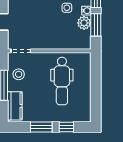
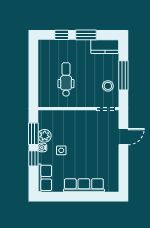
dental chair: (62, 81) -> (66, 79), width x0.73, depth x0.72
kitchen counter: (15, 106) -> (105, 47), moved, turned -90

